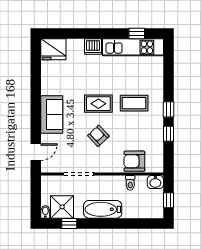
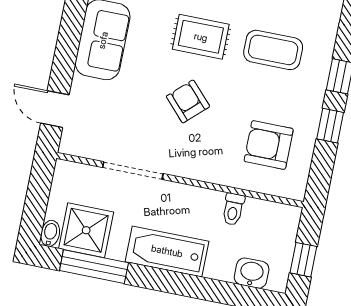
door: (36, 152) -> (55, 109), swing flipped
armchair: (134, 161) -> (269, 145), moved
washbasin: (155, 182) -> (252, 273), moved, turned 180
window: (69, 223) -> (94, 267), width x2.17

